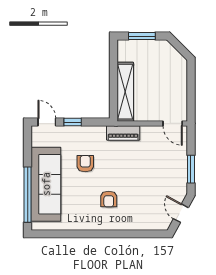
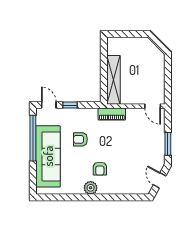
window: (142, 36) -> (127, 34), removed
armchair: (85, 164) -> (80, 139), turned -90
window: (28, 195) -> (33, 138), moved
plant: (97, 222) -> (91, 188), added

